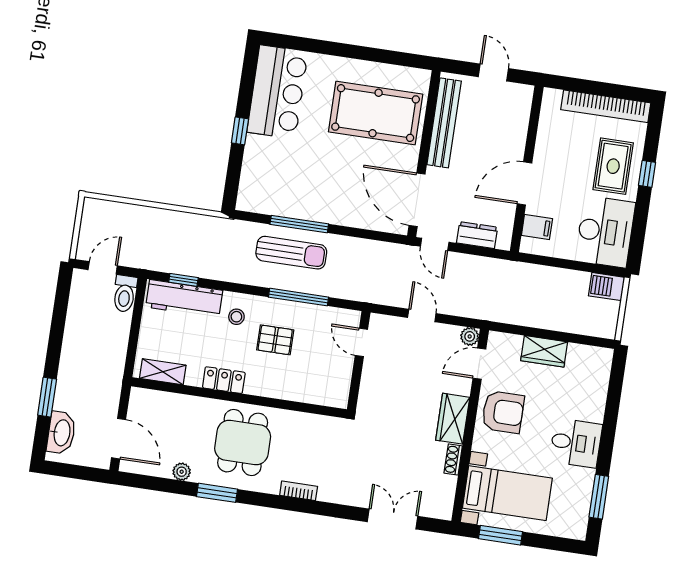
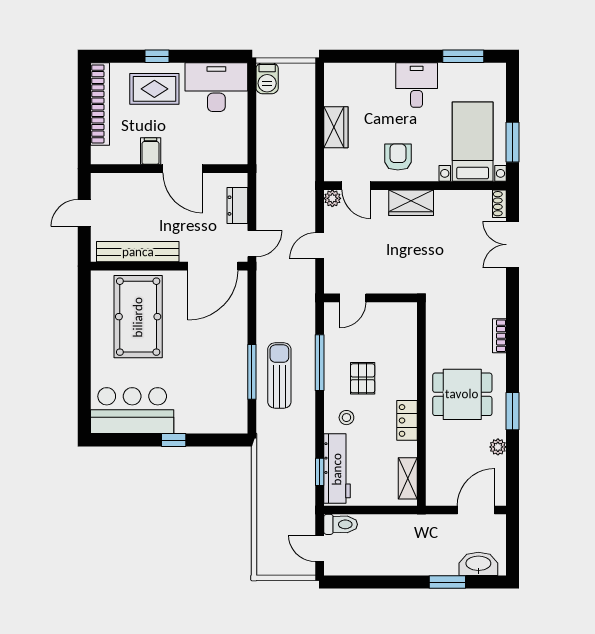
filing cabinet: (537, 227) -> (151, 151), moved
armchair: (503, 412) -> (398, 157), width x0.72, depth x0.72
shoe rack: (453, 460) -> (499, 204), moved, turned 90

